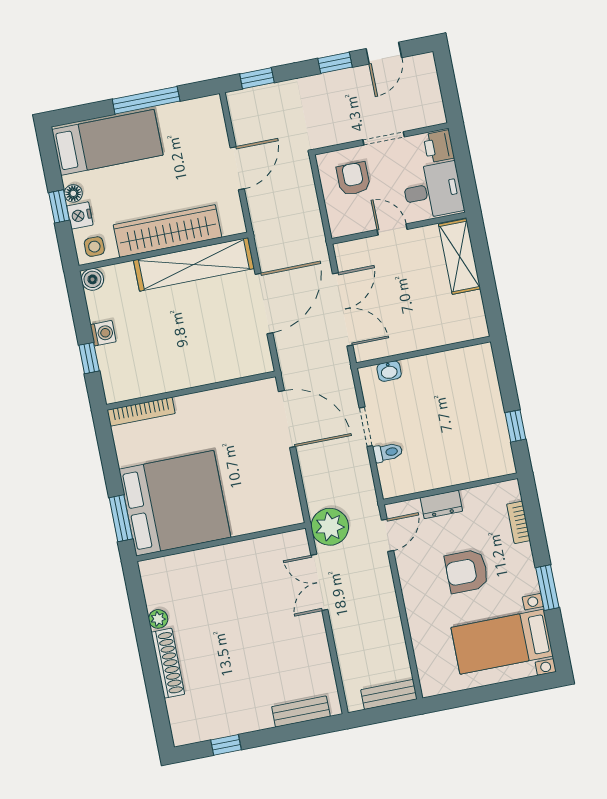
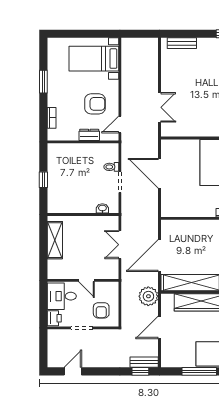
window: (335, 63) -> (99, 371), removed
shelving: (459, 256) -> (55, 240), moved
double door: (343, 309) -> (120, 245), width x0.73
door: (287, 419) -> (159, 173), moved
window: (515, 426) -> (43, 180), moved
plant: (330, 527) -> (148, 296), moved
armchair: (467, 571) -> (95, 104), moved
bed with nightstands: (502, 642) -> (94, 59), moved, turned 180
bench: (389, 694) -> (144, 362), moved

